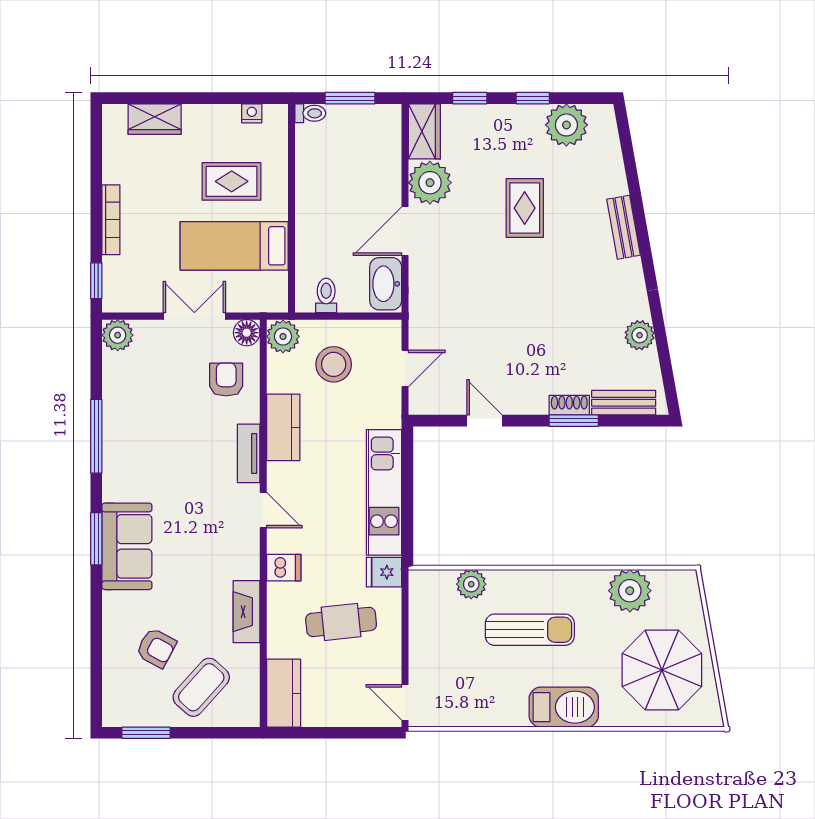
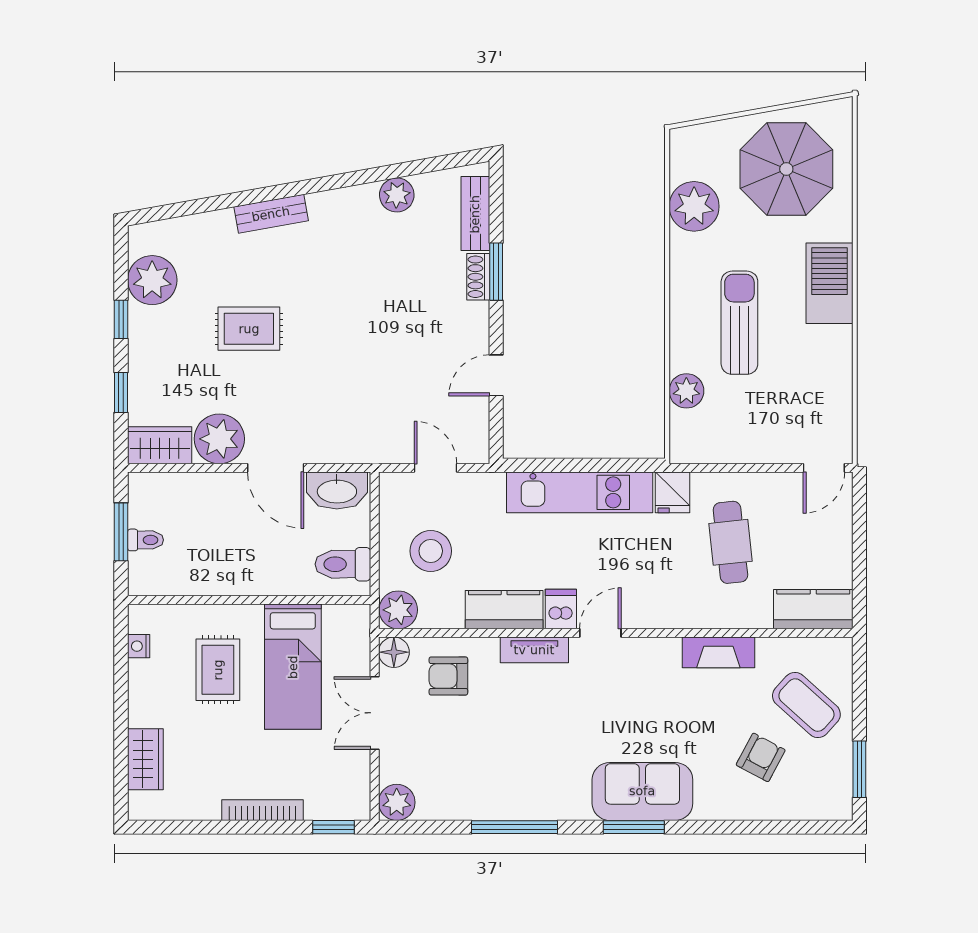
toilet: (310, 113) -> (146, 540), moved, turned 90
toilet: (326, 296) -> (343, 564), width x1.37, depth x1.39
dishwasher: (284, 568) -> (561, 609), moved

